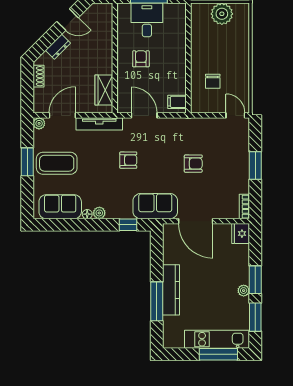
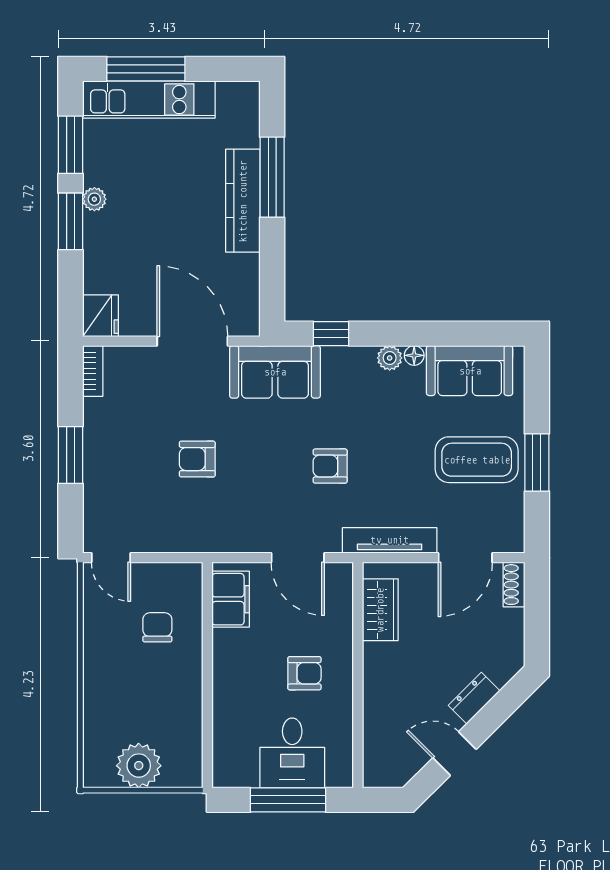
armchair: (141, 59) -> (304, 673), turned -90
shoe rack: (38, 76) -> (514, 585), moved
filing cabinet: (177, 102) -> (231, 599), width x2.00
plant: (39, 123) -> (513, 541), removed

